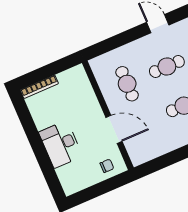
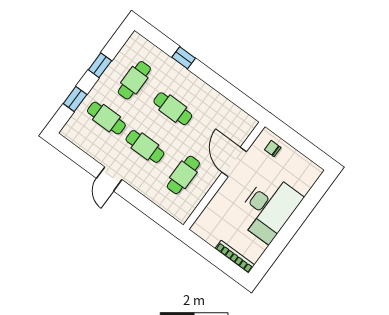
desk: (61, 144) -> (269, 208), width x1.36, depth x1.30

